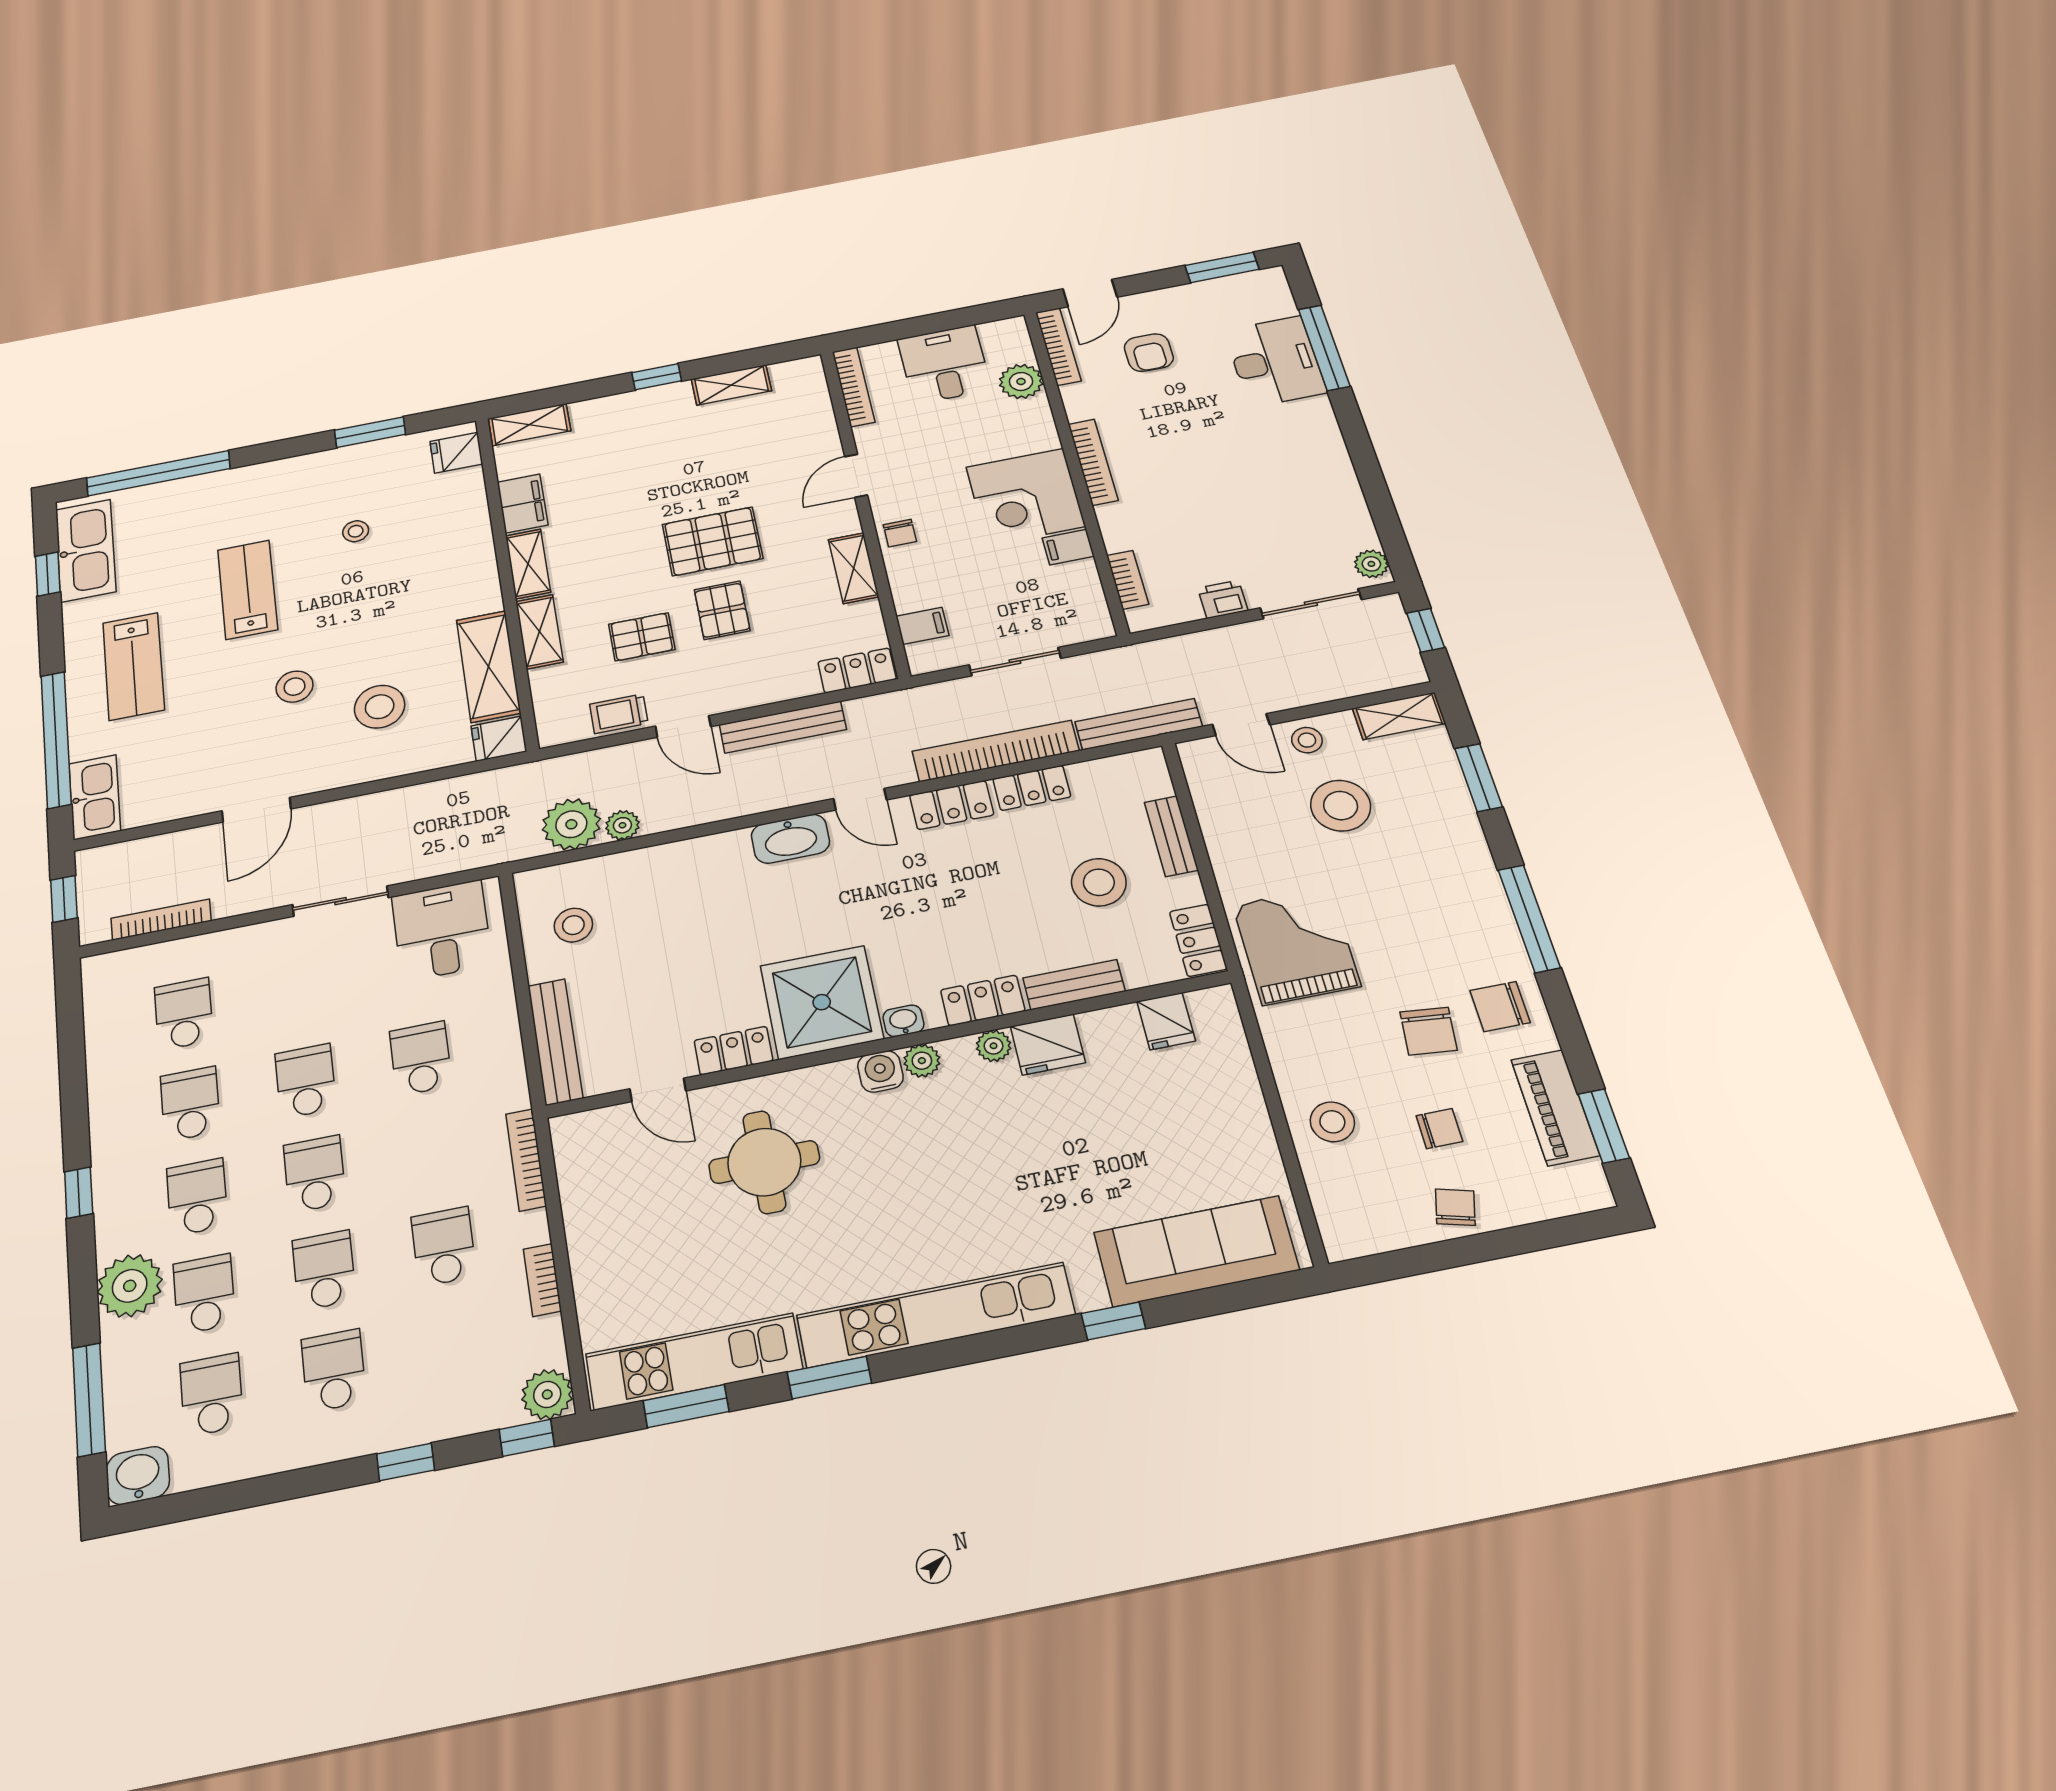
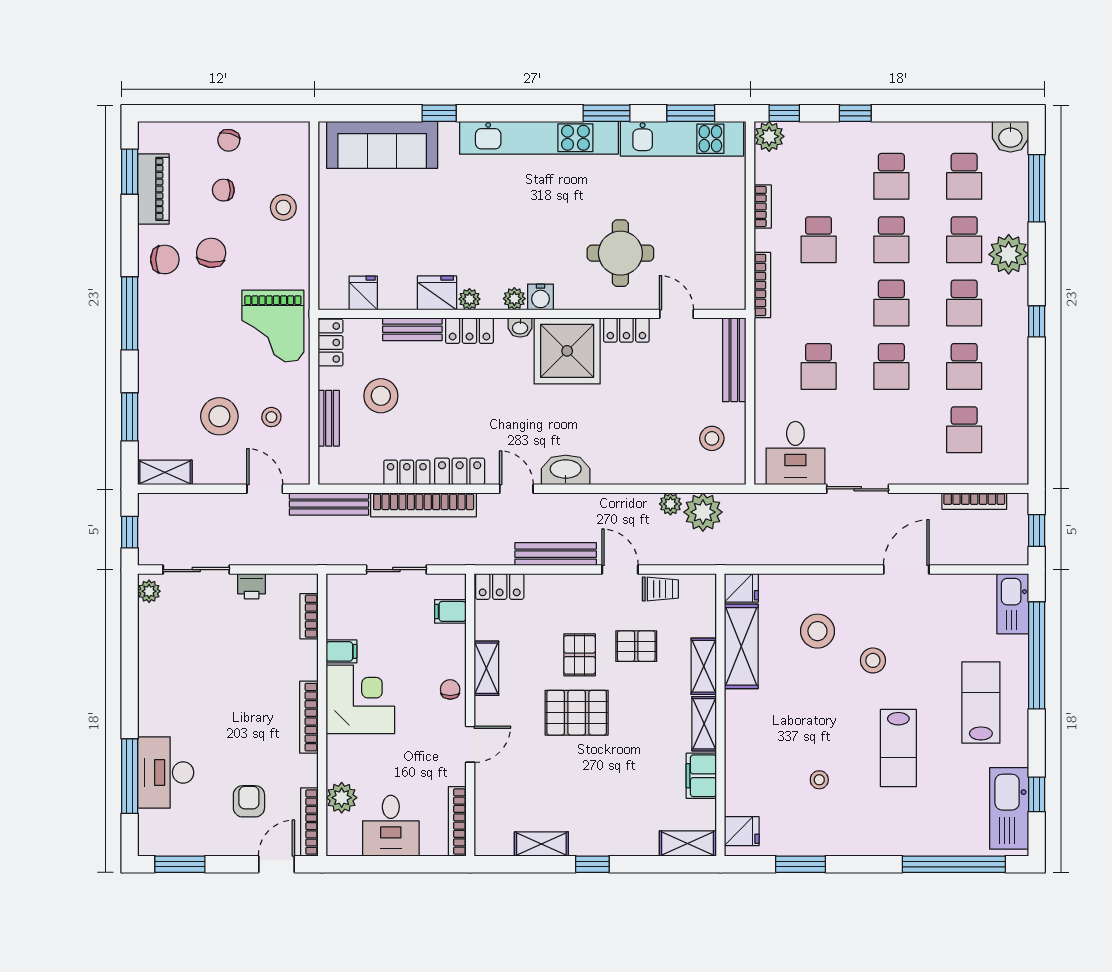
stool: (1307, 740) -> (271, 417), moved

